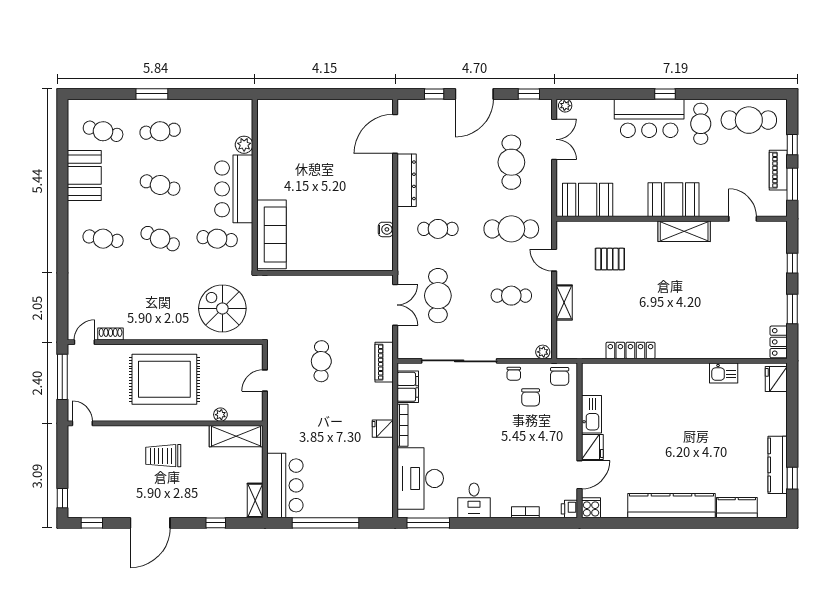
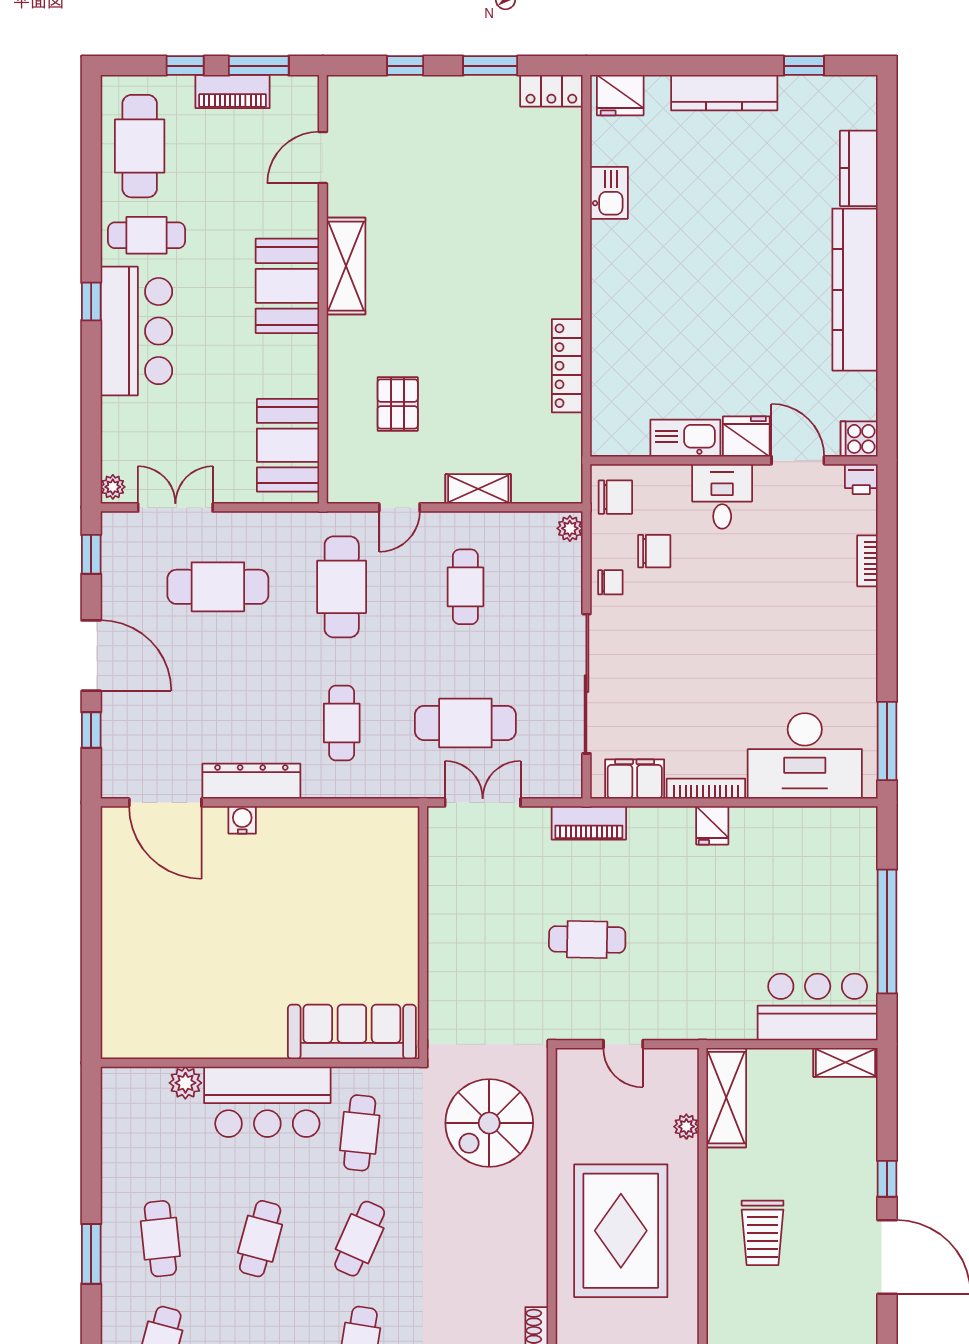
water cooler: (386, 229) -> (242, 820), moved
kitchen counter: (778, 465) -> (724, 93), moved
desk: (474, 500) -> (722, 496), moved, turned -90
window: (216, 523) -> (887, 1179), moved

